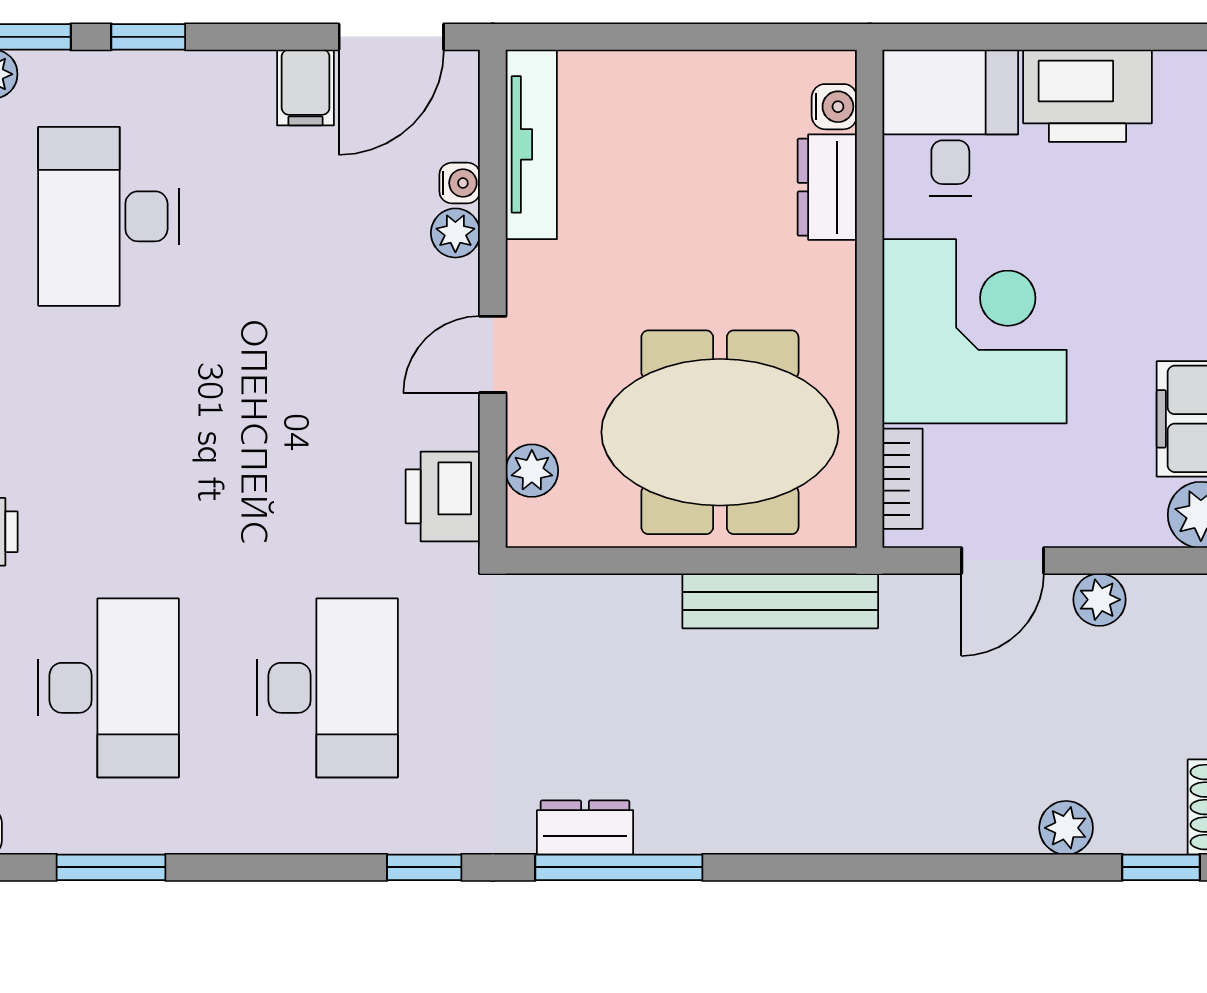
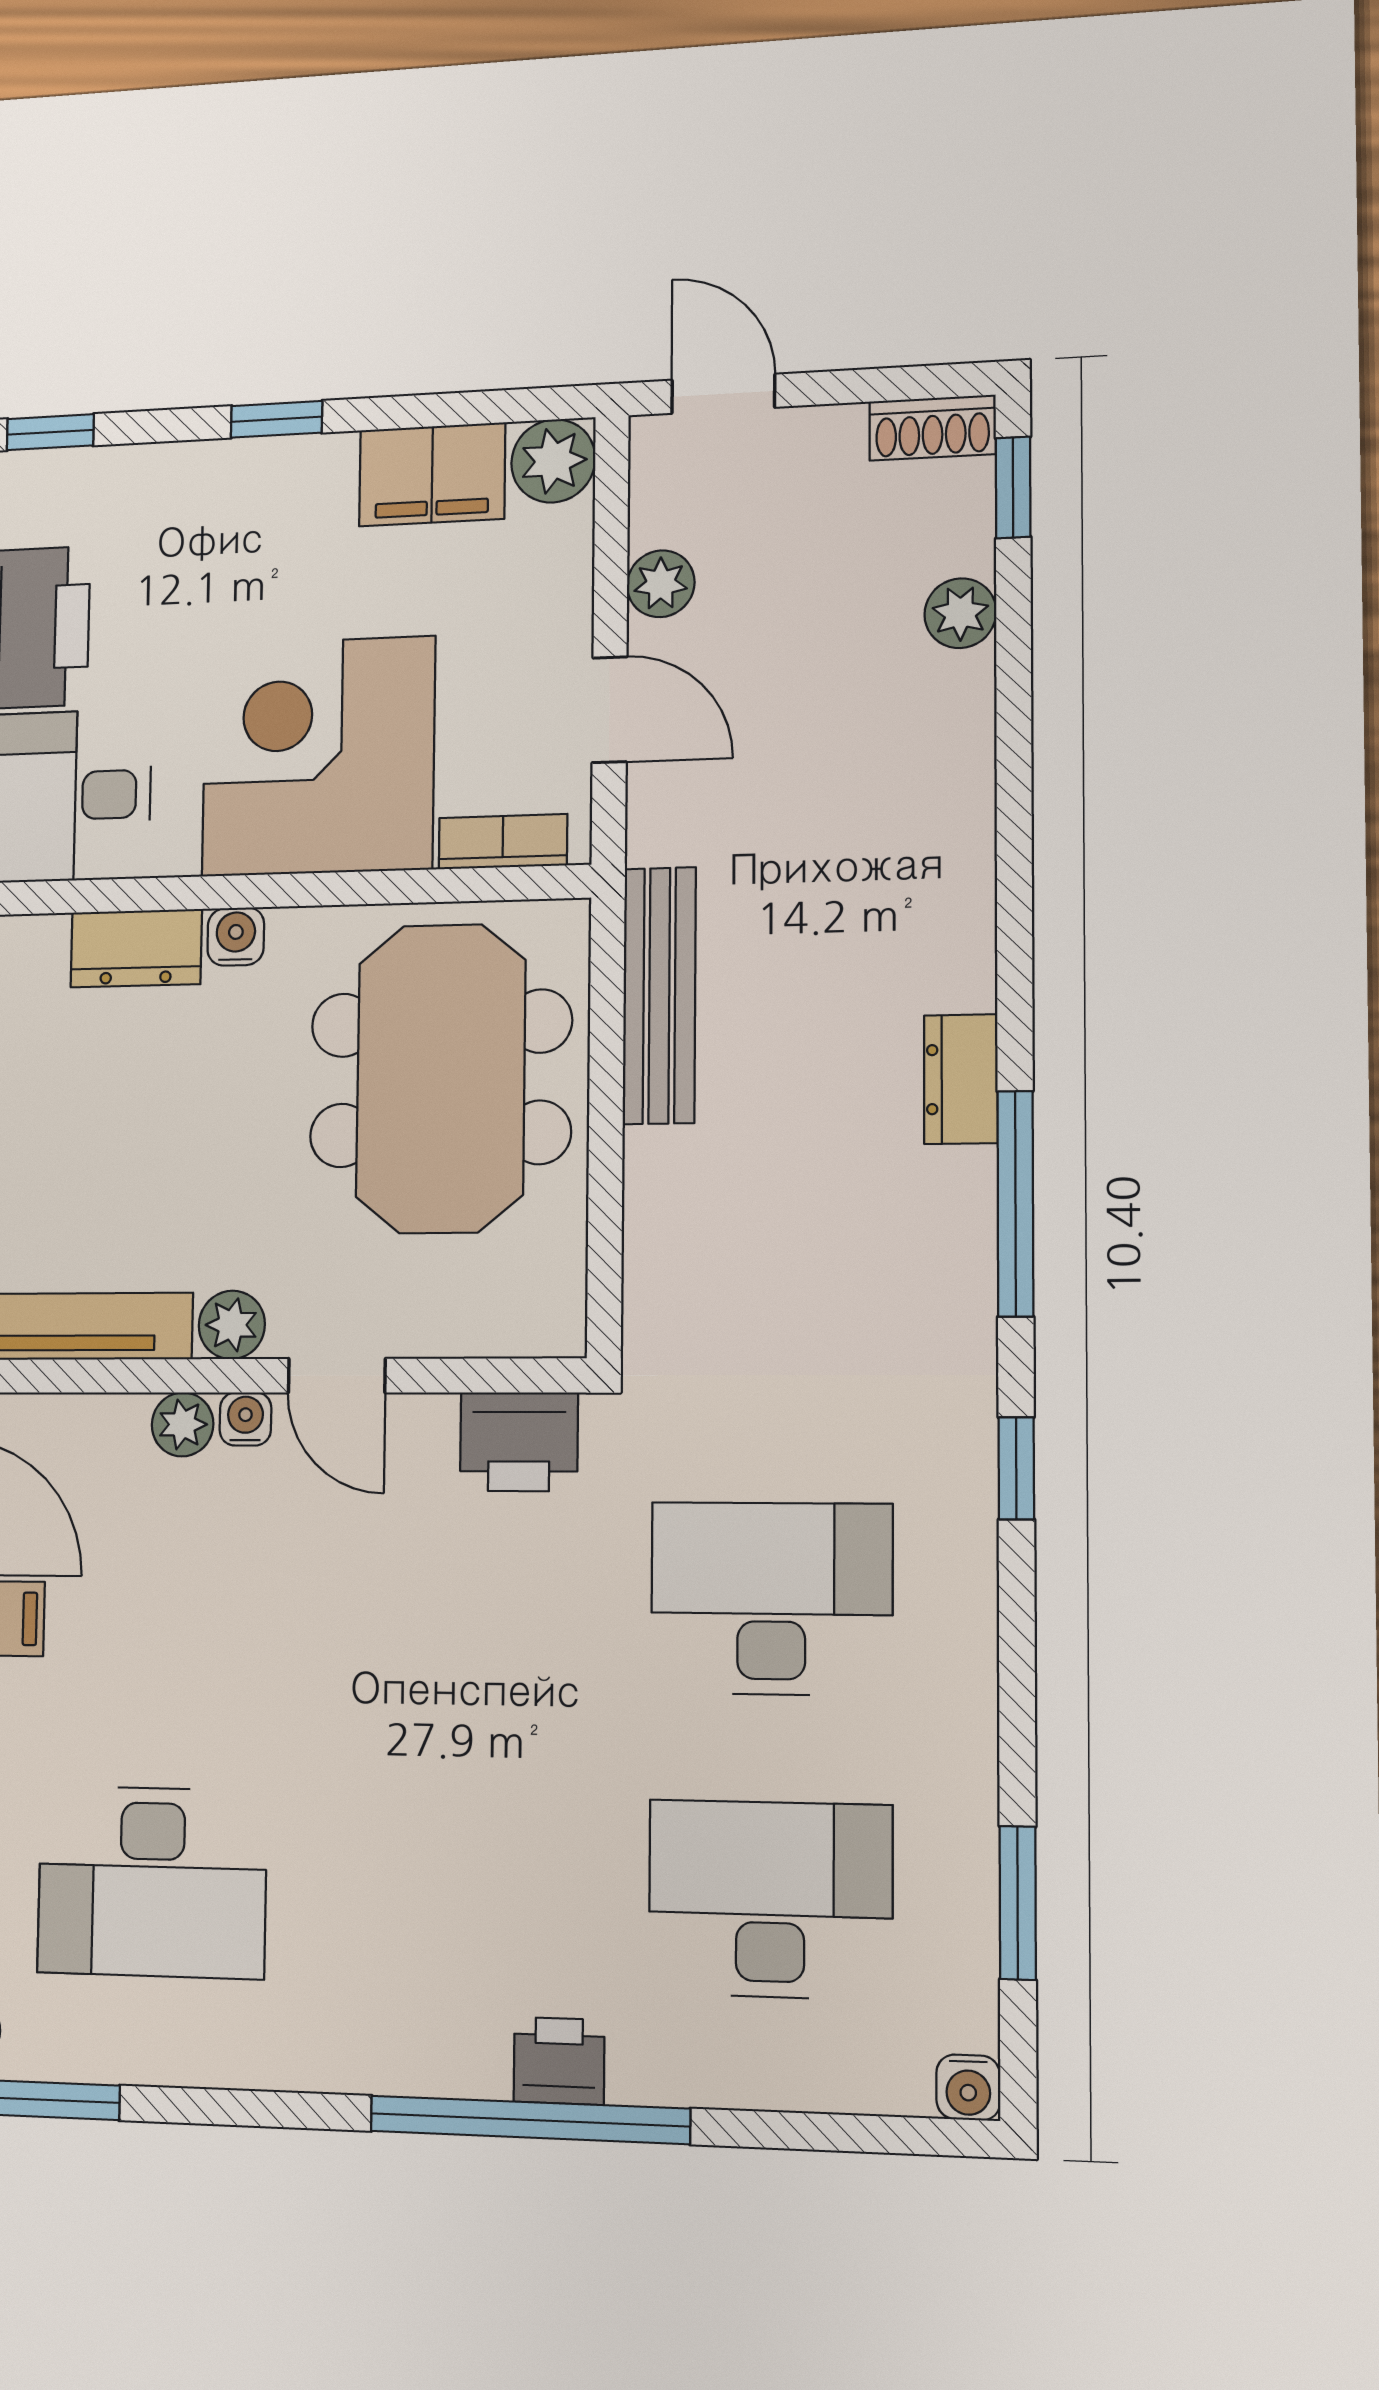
water cooler: (834, 107) -> (236, 937), moved
water cooler: (460, 183) -> (245, 1419), moved
plant: (532, 471) -> (232, 1325), moved
dresser: (585, 828) -> (961, 1079), moved

